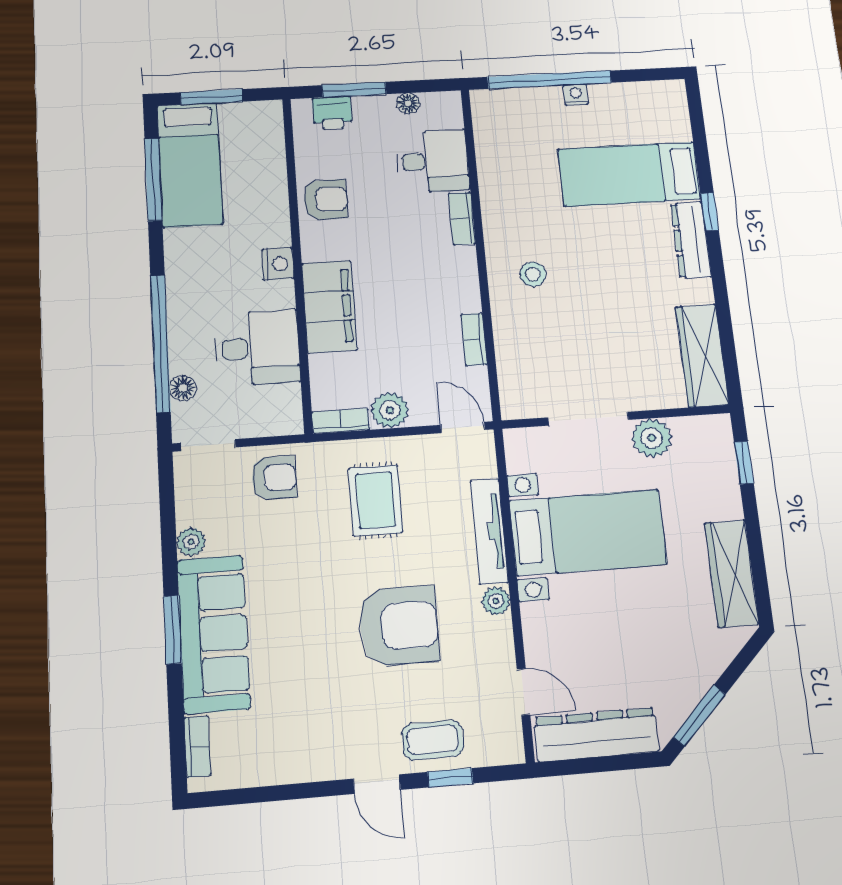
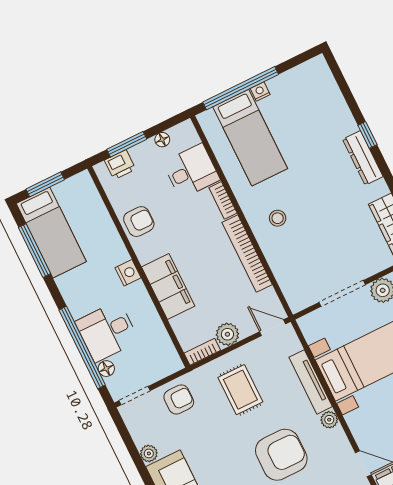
bed: (629, 174) -> (250, 138), moved, turned -90
bookcase: (474, 339) -> (247, 254), width x2.31, depth x1.31
desk: (257, 348) -> (107, 331), moved, turned 180

